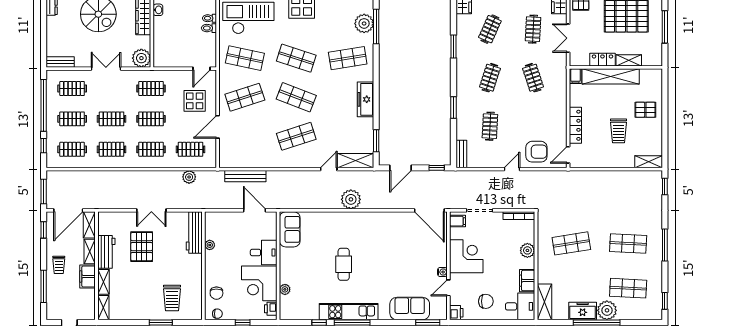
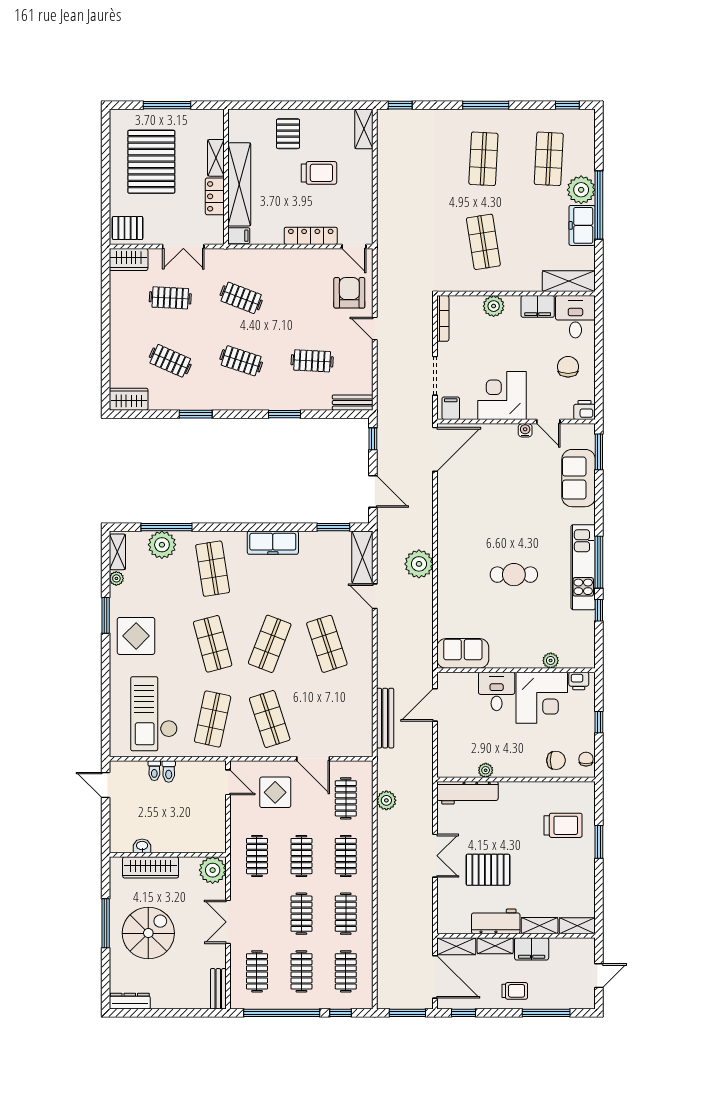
shop shelf: (296, 58) -> (213, 644), turned -33
clothes rail: (533, 78) -> (241, 298), turned 39

